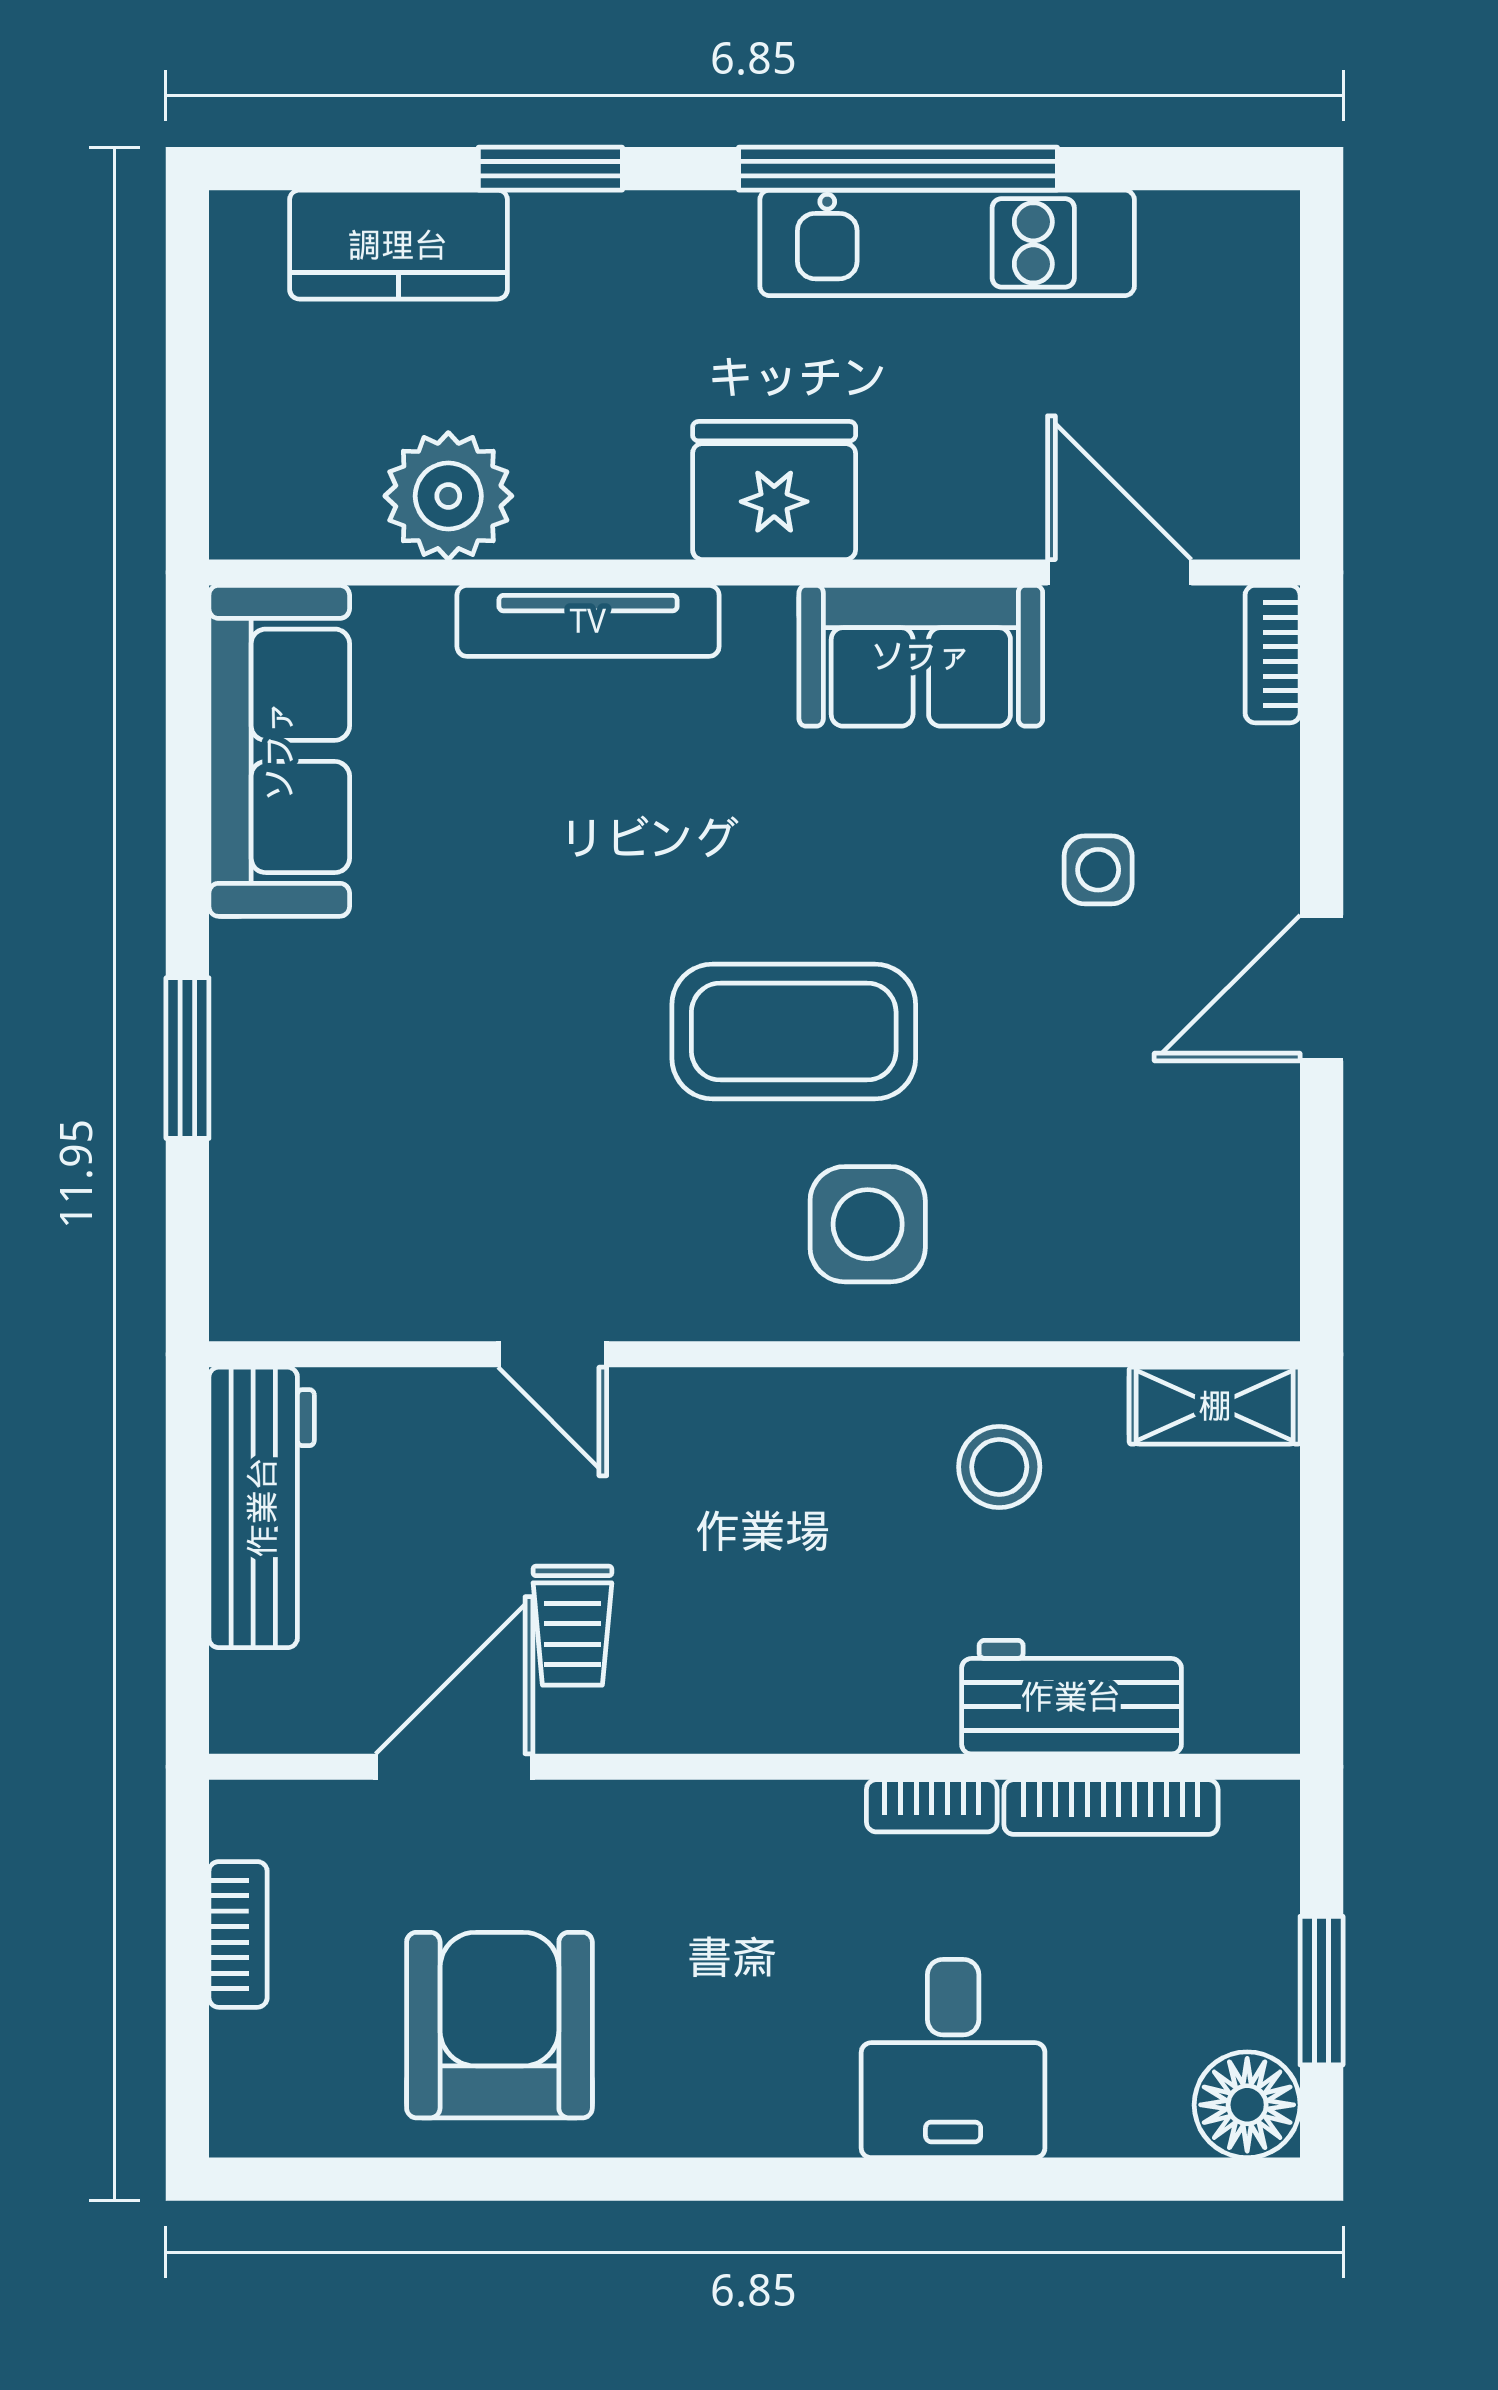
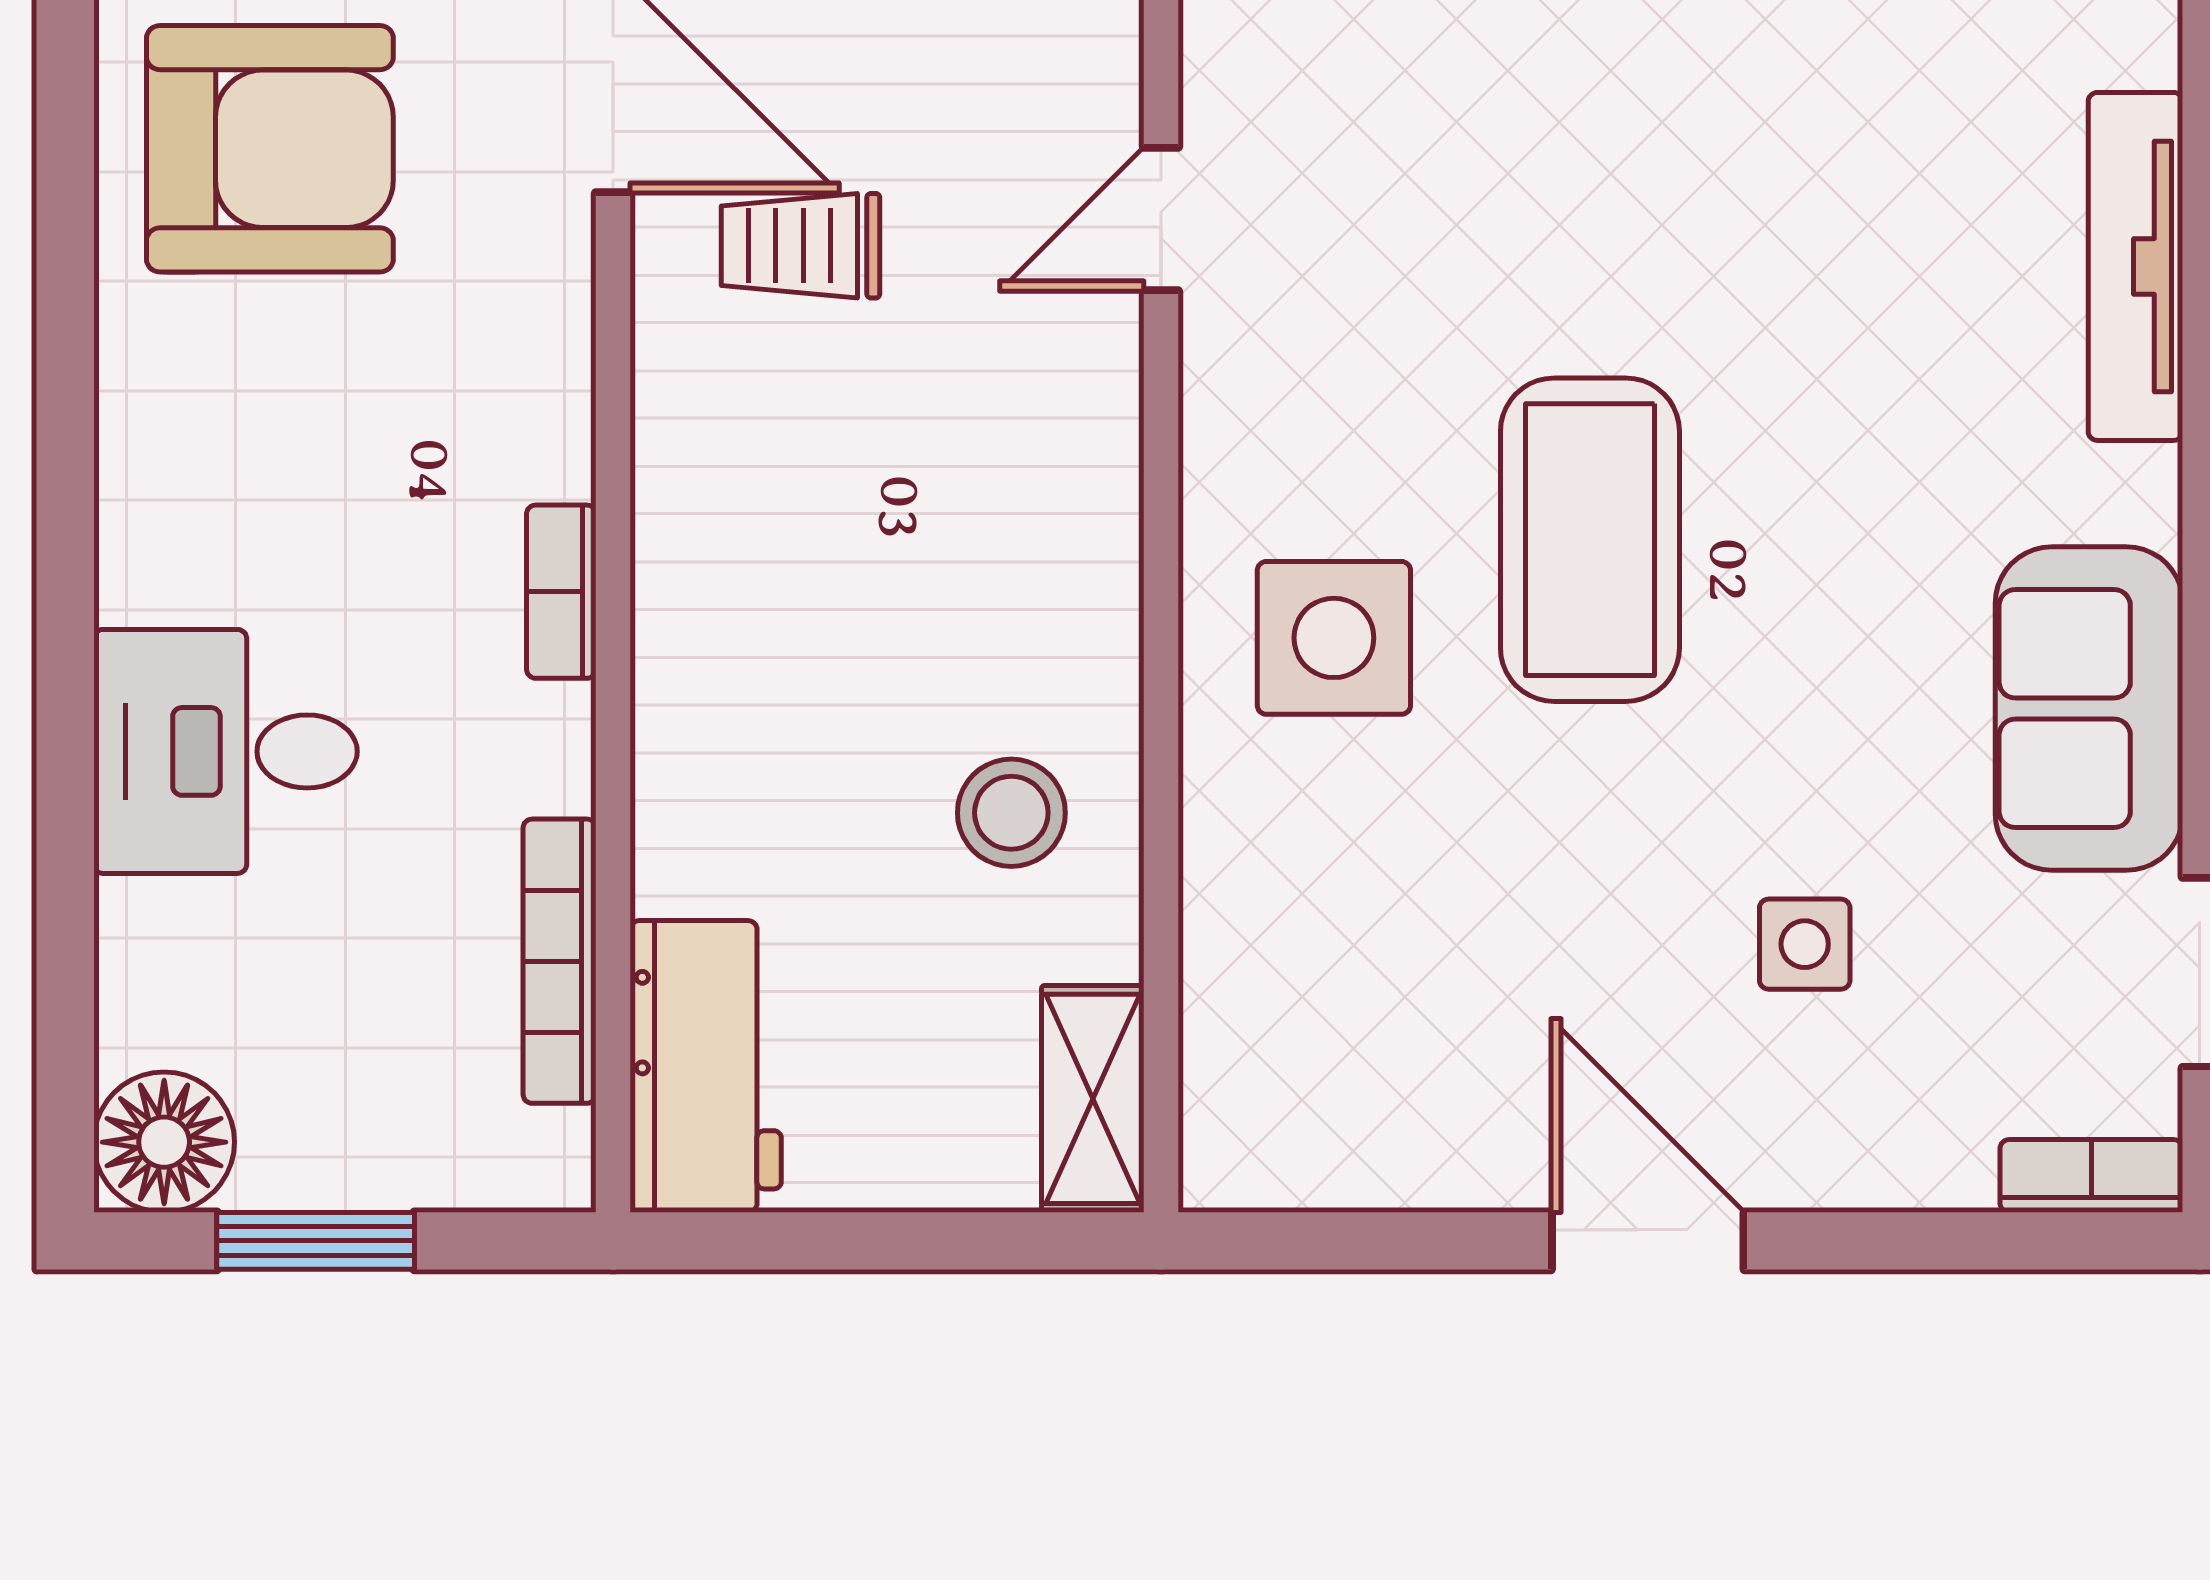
workbench: (1071, 1697) -> (706, 1066), moved
bookcase: (932, 1806) -> (561, 592), moved

